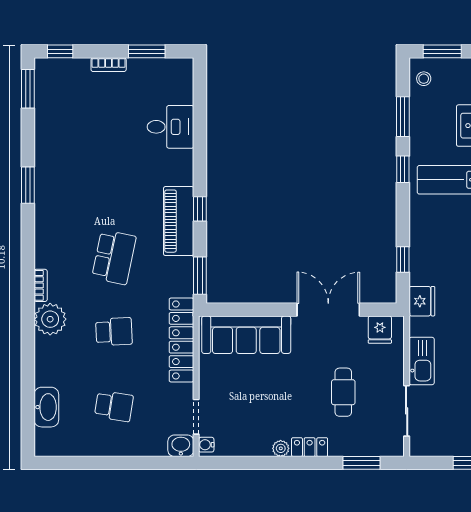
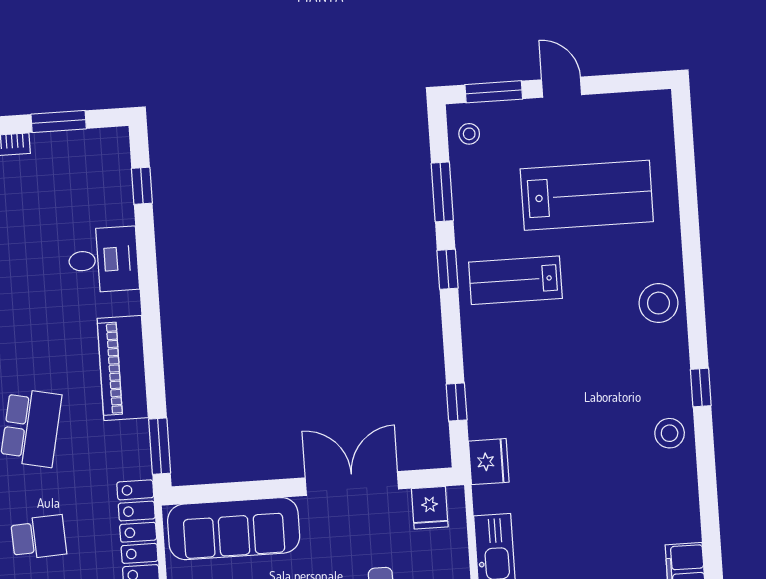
desk: (171, 127) -> (103, 260), moved
window: (200, 209) -> (142, 186), moved

